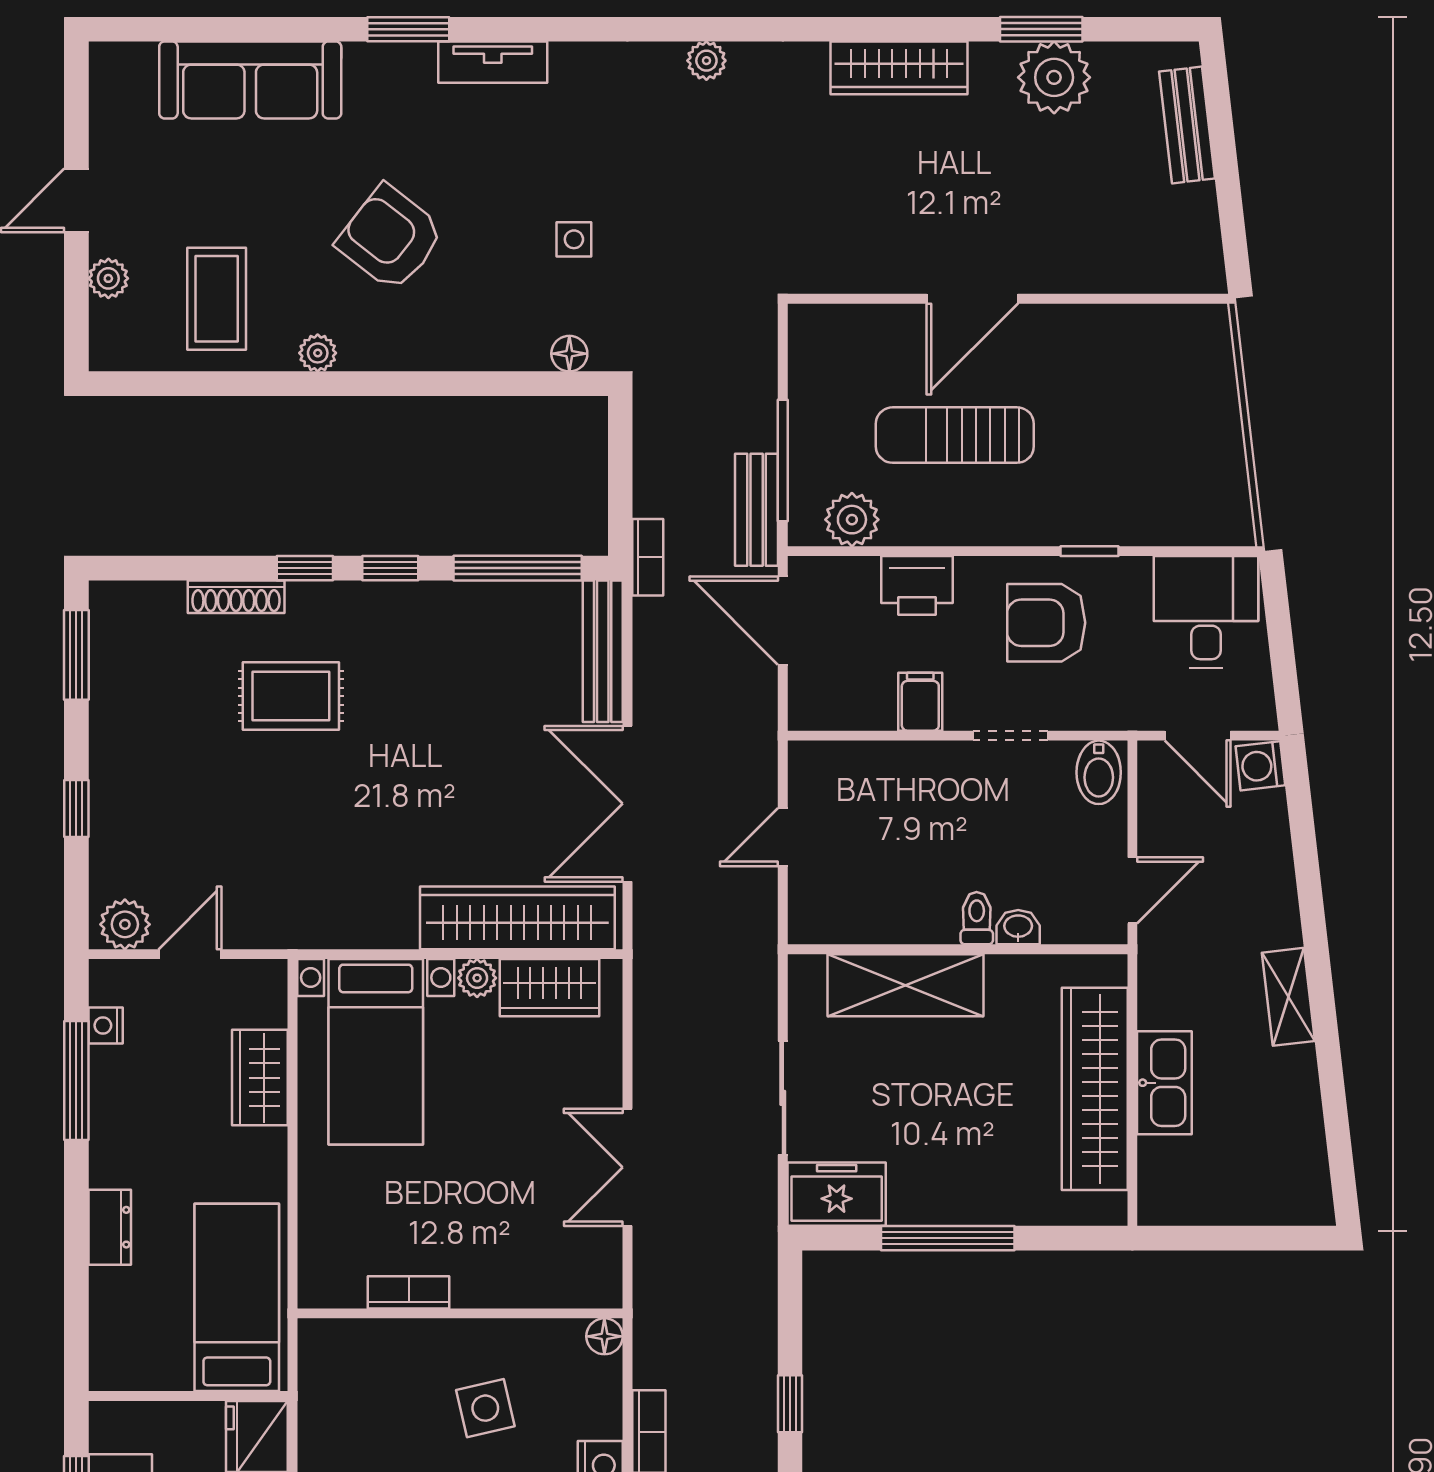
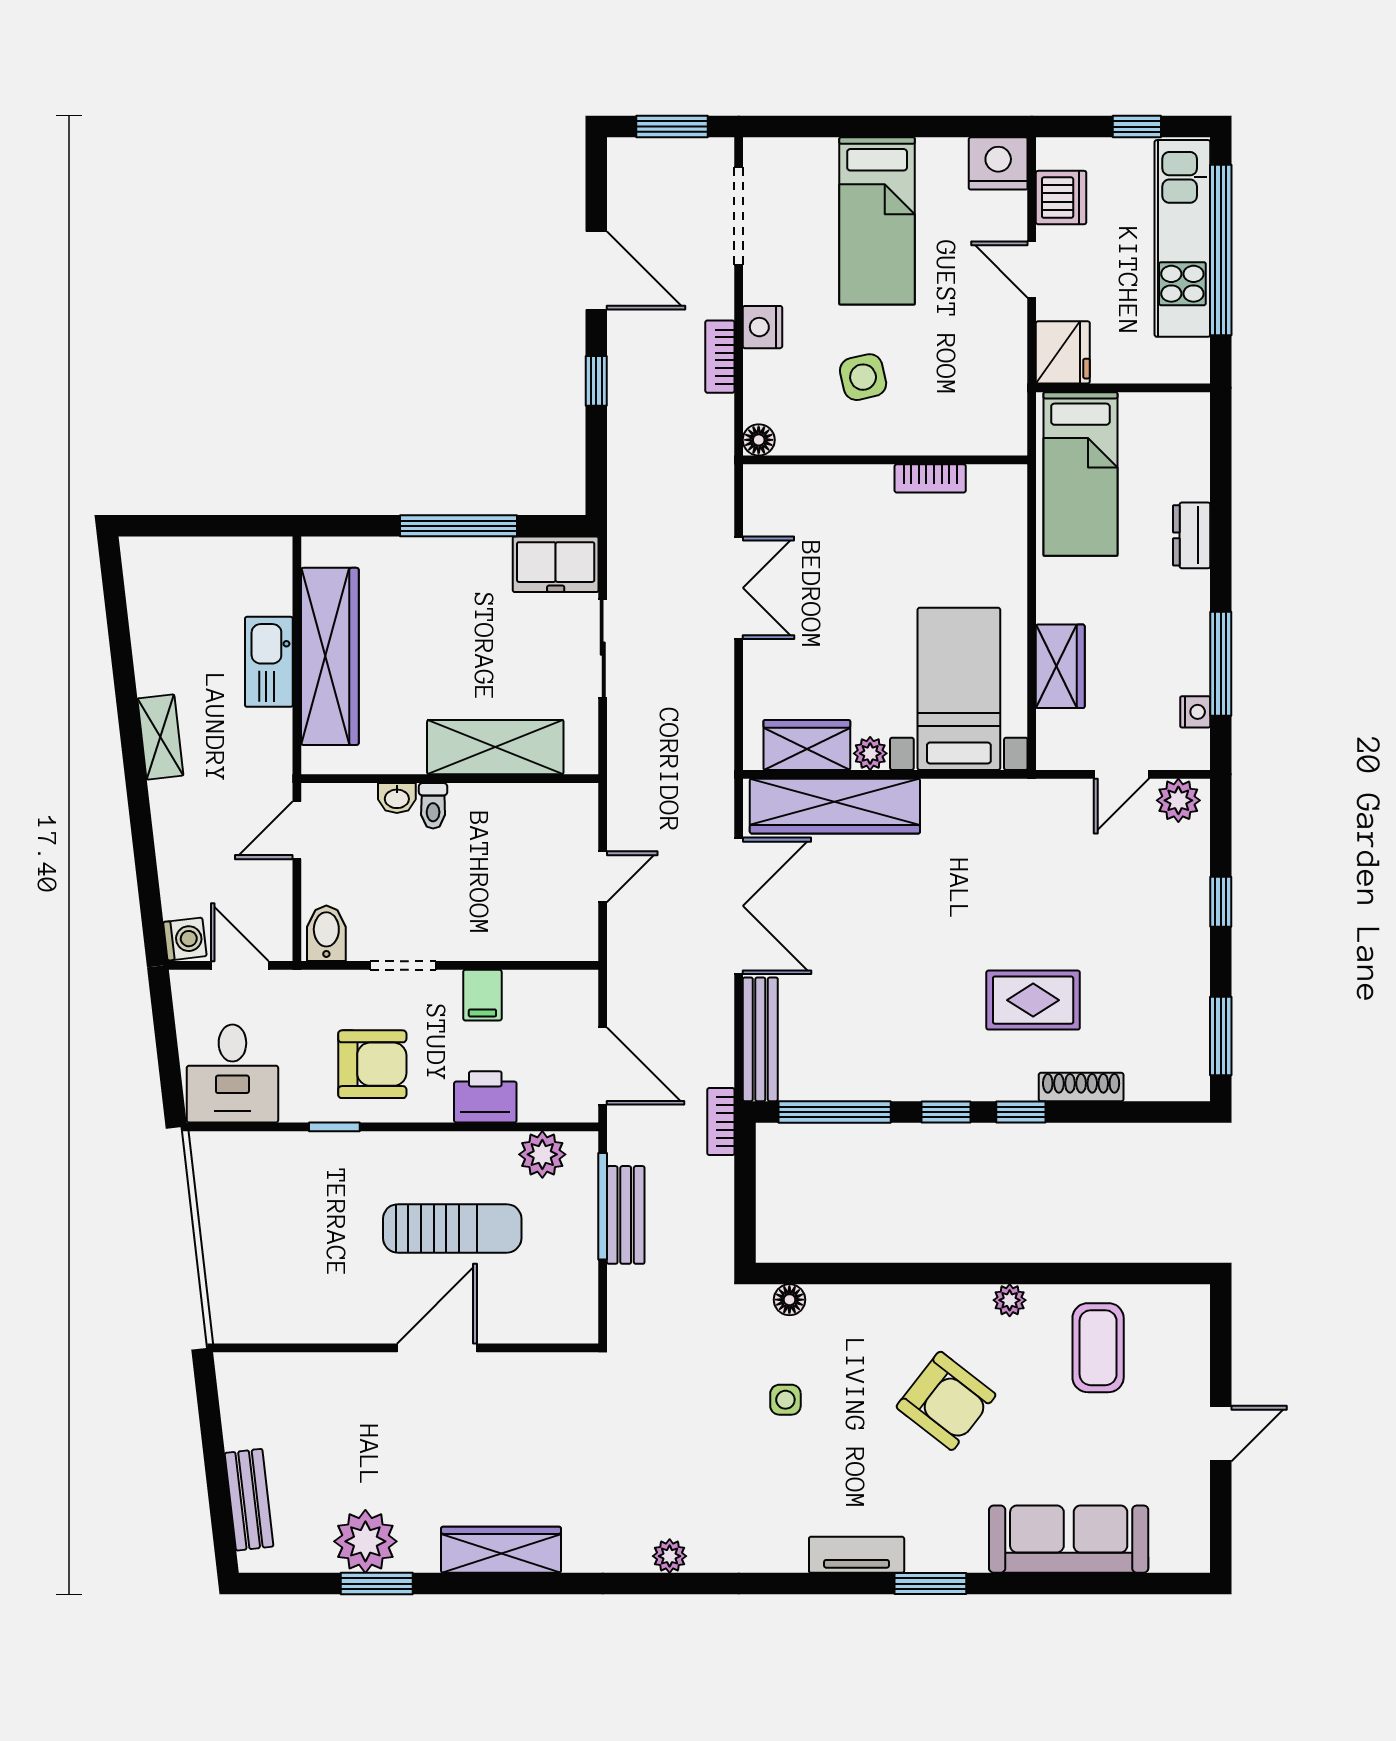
plant: (108, 278) -> (1193, 1365), removed
bench: (757, 510) -> (626, 1215), moved

